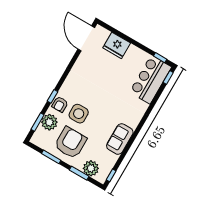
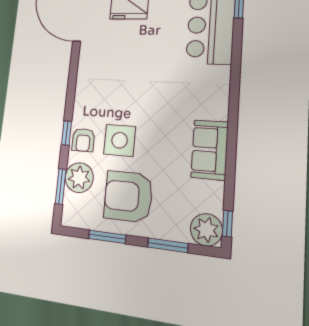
armchair: (70, 143) -> (128, 196), turned -90
plant: (91, 168) -> (206, 230), moved

